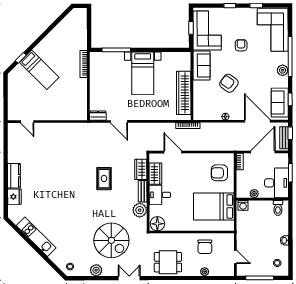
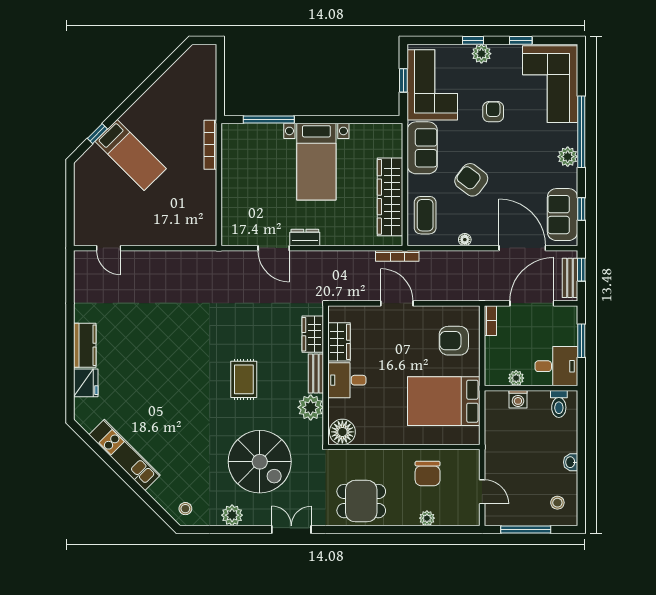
plant: (234, 13) -> (481, 54), added
coffee table: (203, 103) -> (425, 215), added
dresser: (98, 116) -> (305, 238), moved
door: (173, 152) -> (397, 303), moved
rug: (104, 179) -> (244, 379), moved
desk: (276, 183) -> (556, 366), width x0.73
washing machine: (243, 205) -> (518, 399), moved

